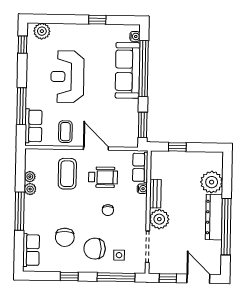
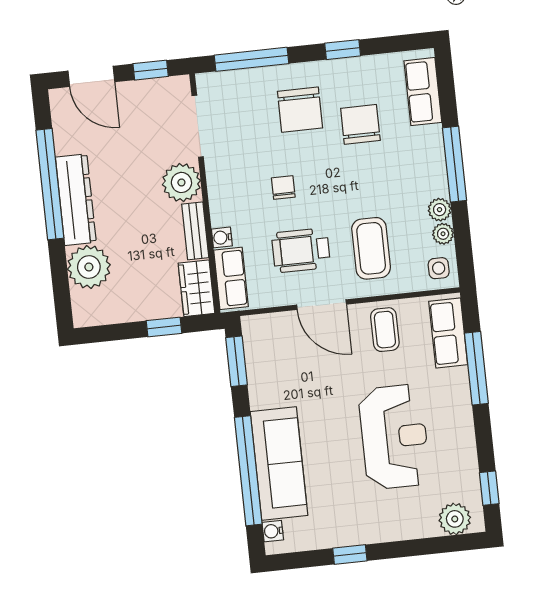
wardrobe: (158, 165) -> (197, 288), added
chair: (95, 249) -> (300, 110), turned 90
side table: (119, 255) -> (439, 268), moved

